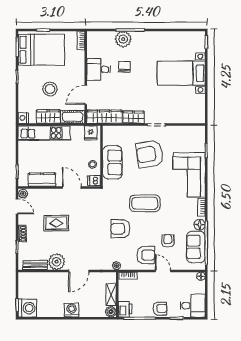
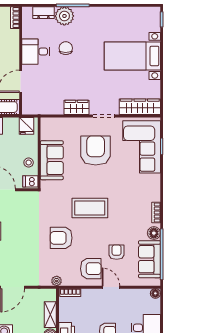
dresser: (105, 36) -> (43, 13), added
wardrobe: (104, 117) -> (140, 107), moved
armchair: (150, 154) -> (96, 150), turned 99
corner sofa: (189, 175) -> (142, 147), moved

